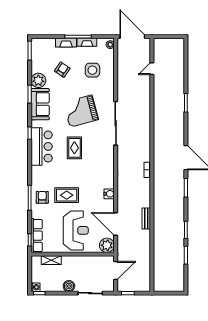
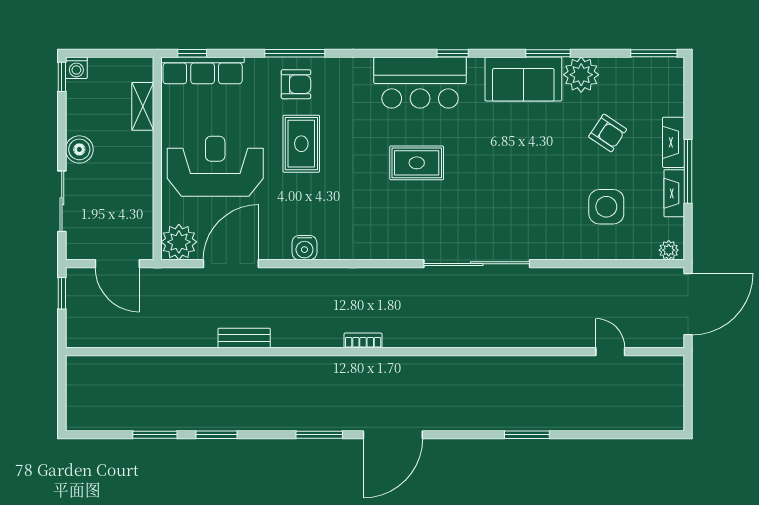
grand piano: (81, 111) -> (506, 179), removed
reception desk: (76, 230) -> (215, 166), turned 180

